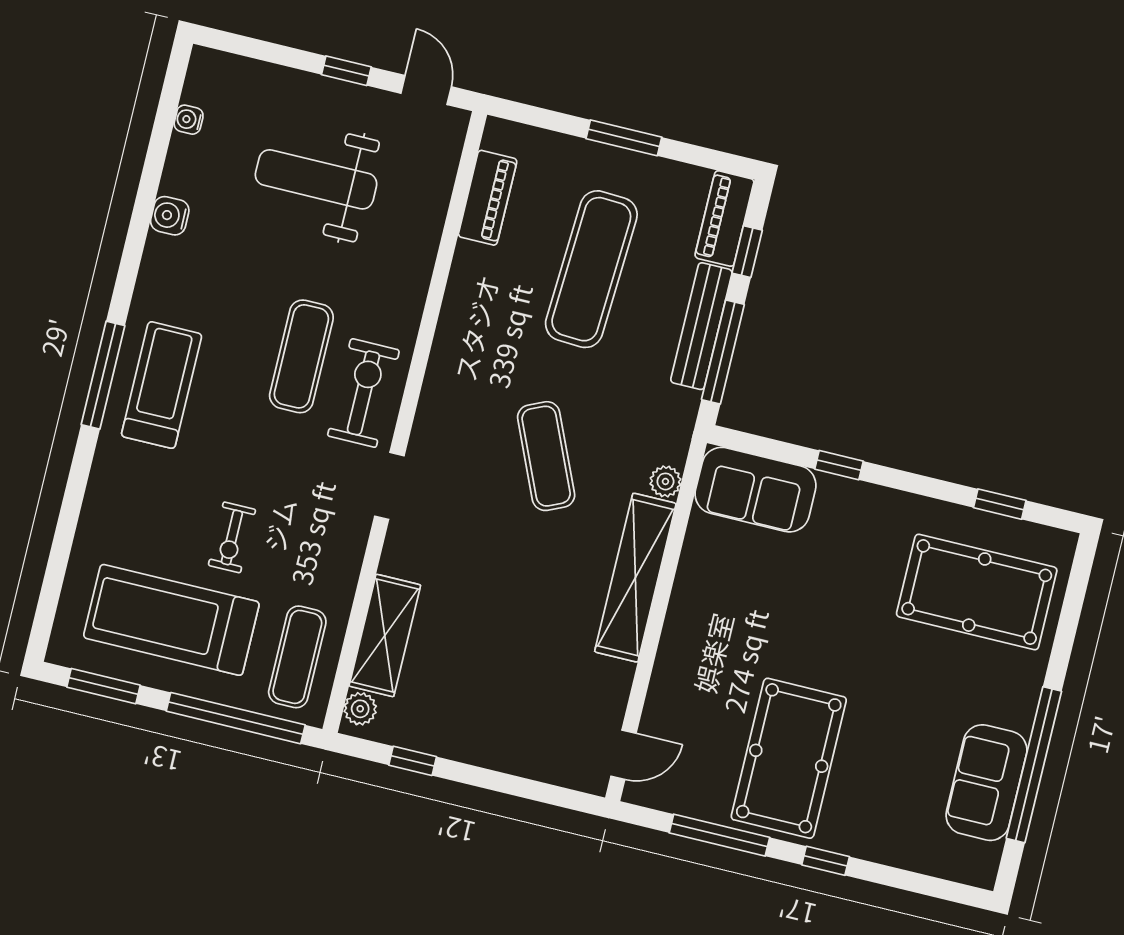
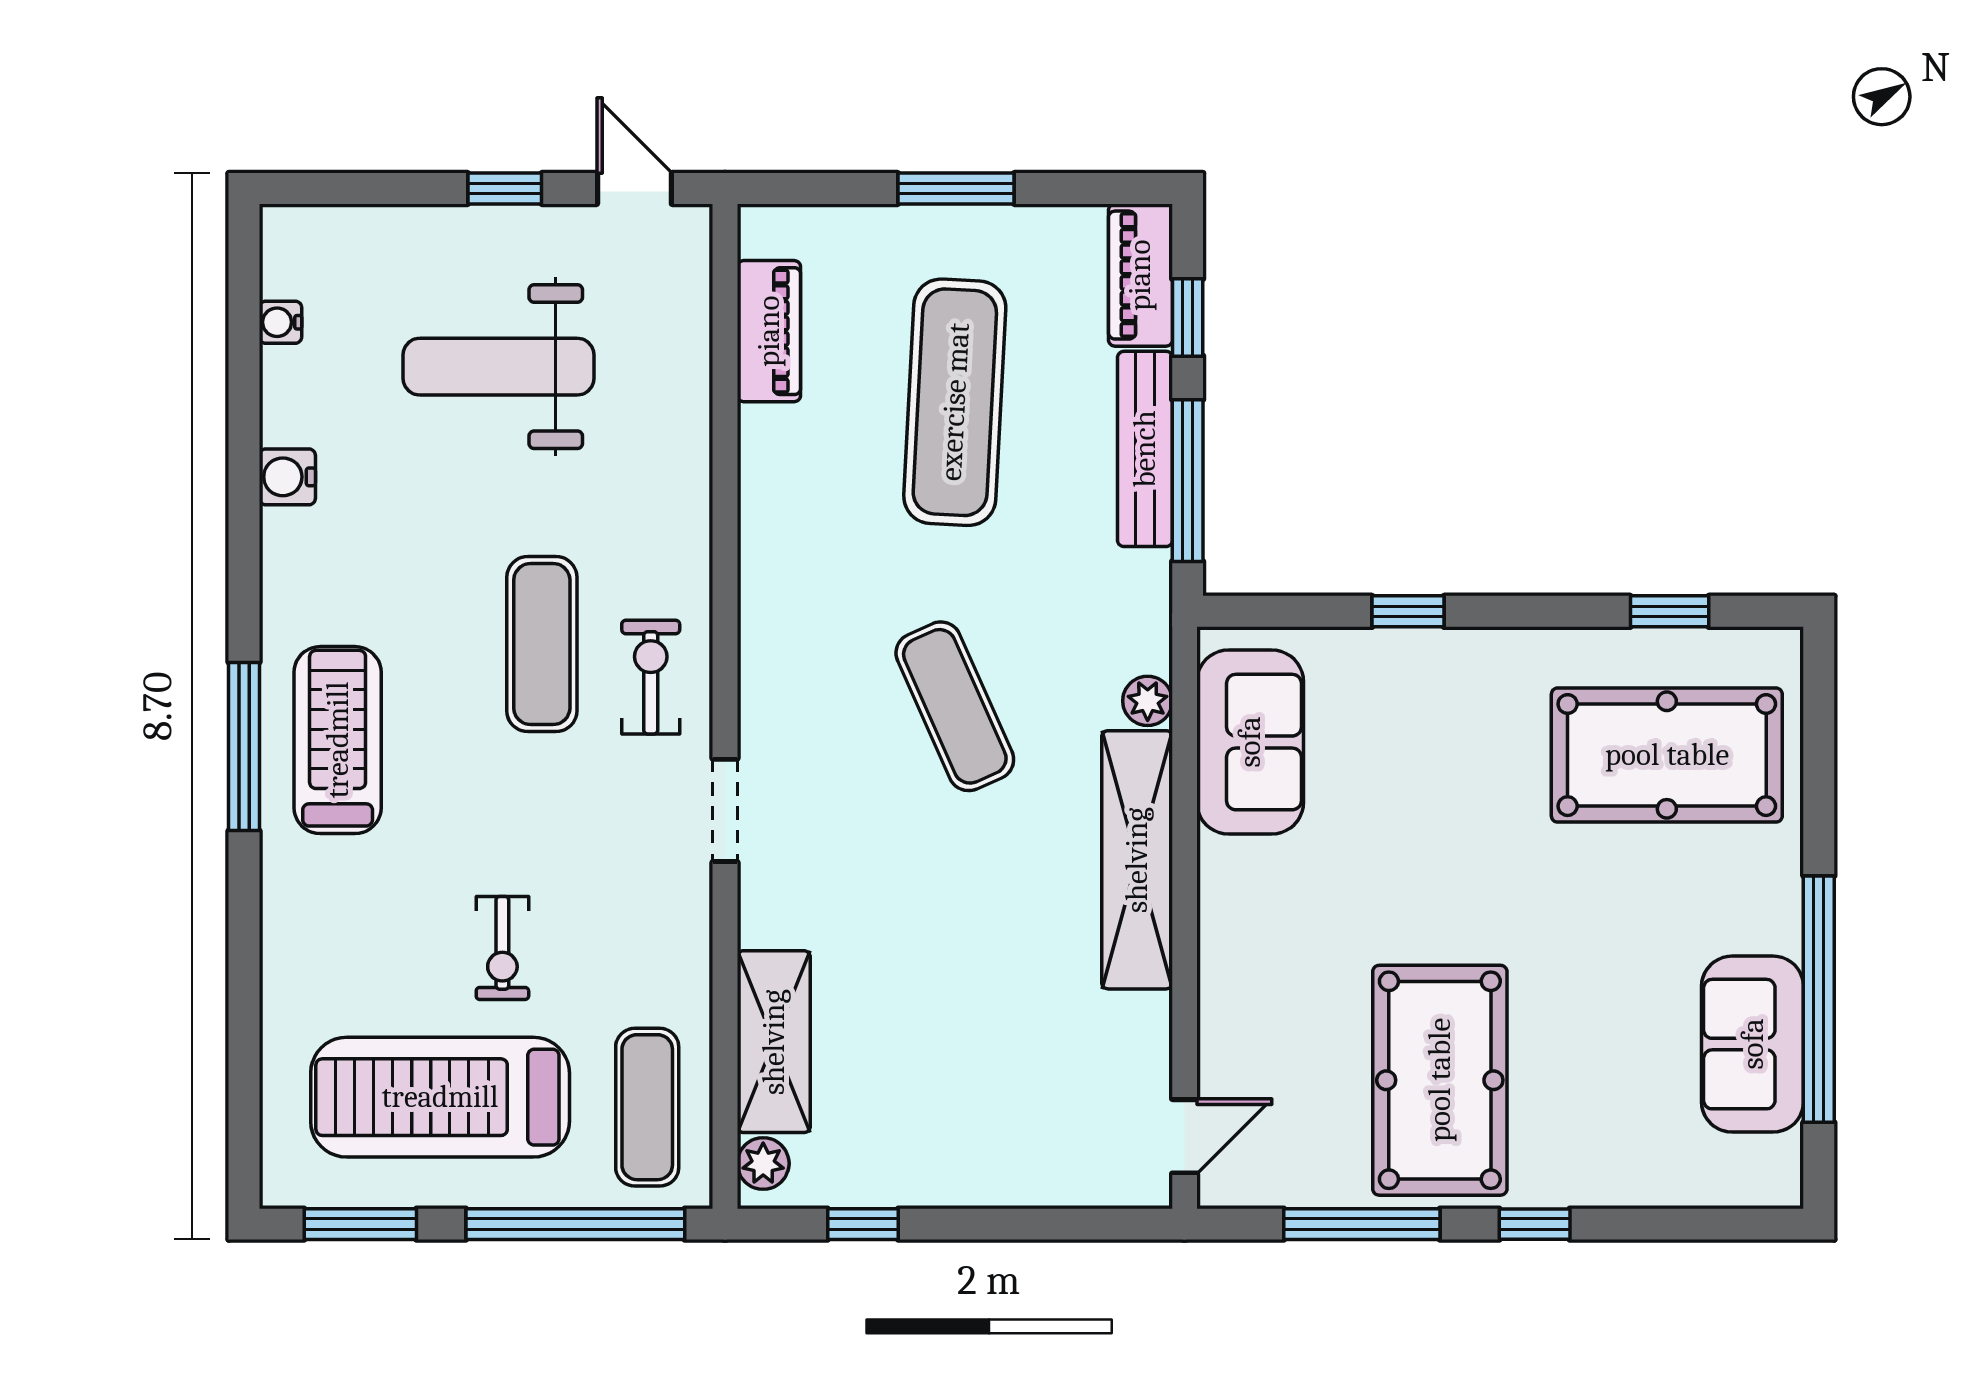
exercise bike: (363, 393) -> (651, 677), width x0.73, depth x0.72
sofa: (756, 490) -> (1250, 742), moved, turned -90

